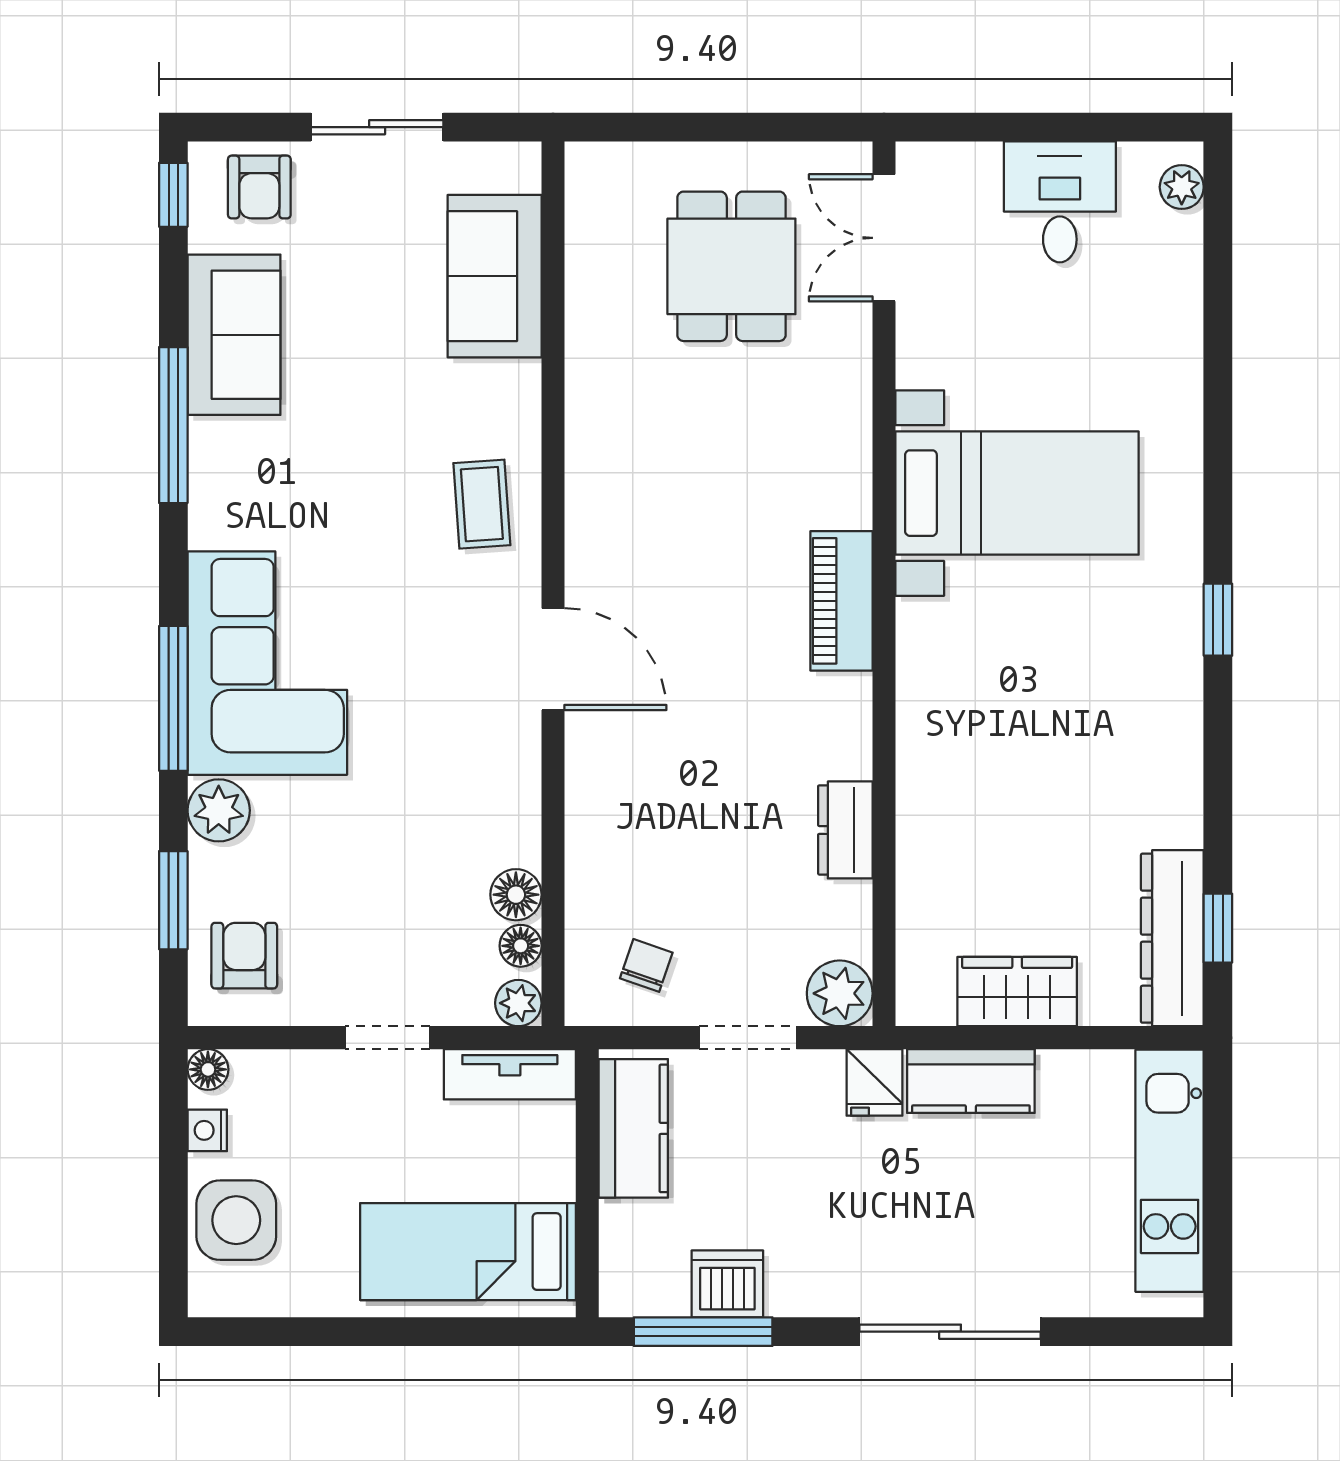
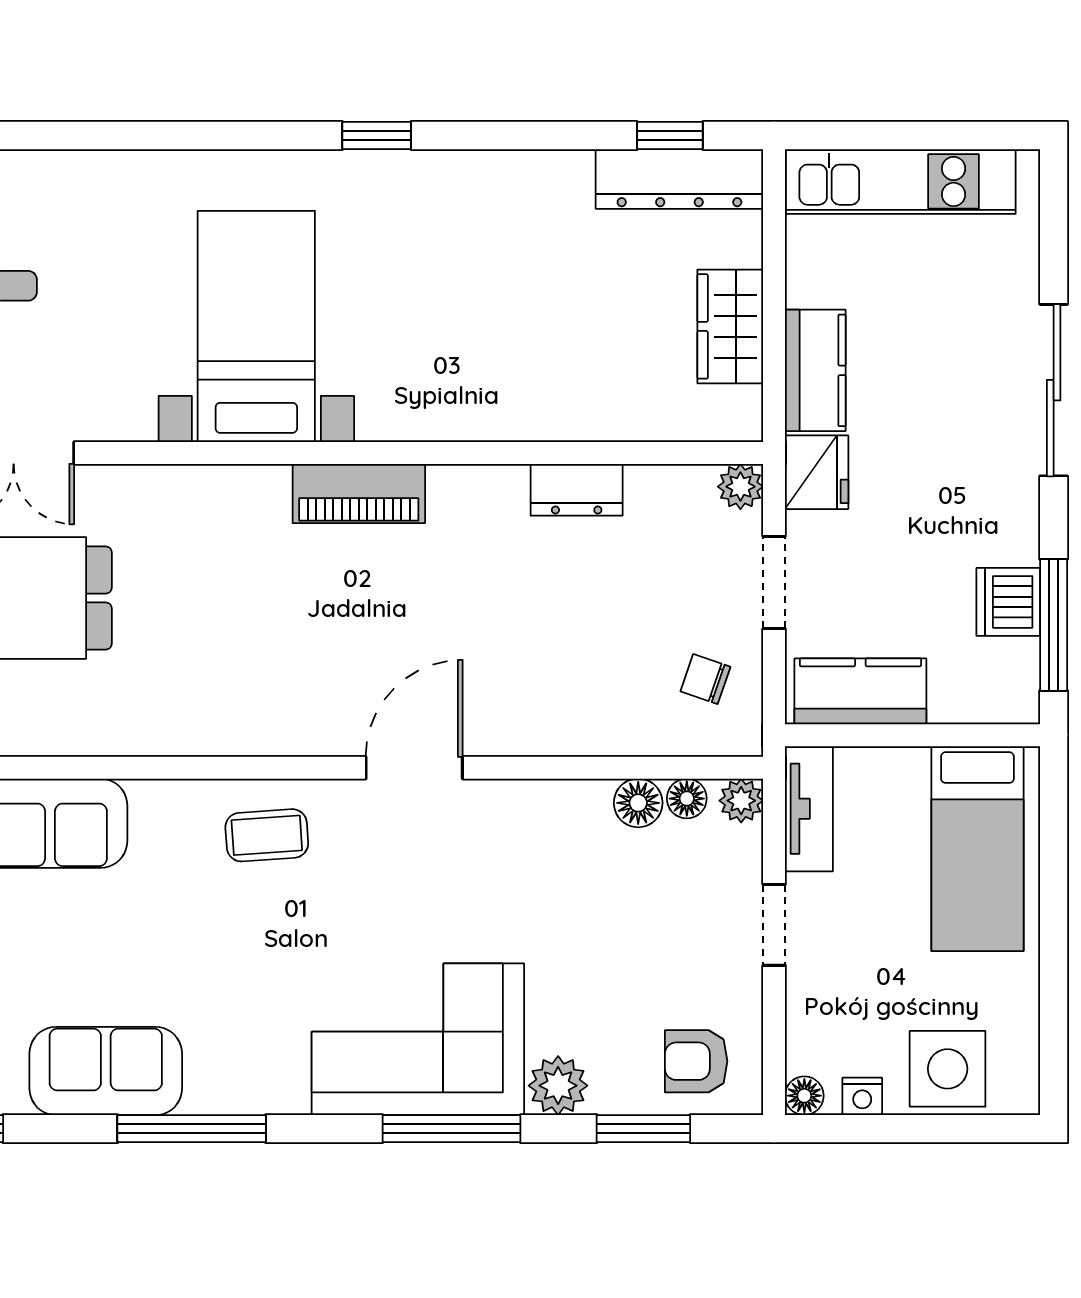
plant: (840, 993) -> (740, 487), width x0.73, depth x0.73
fridge: (875, 1082) -> (817, 472), width x1.38

